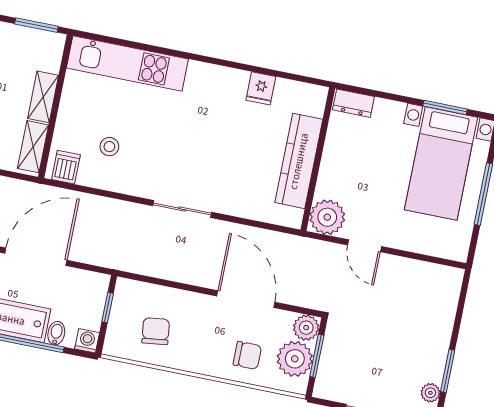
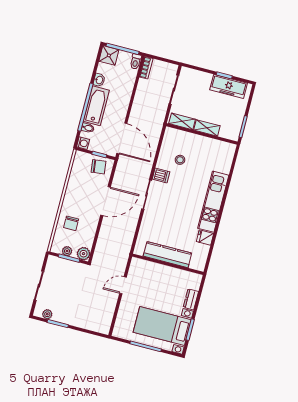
kitchen unit: (127, 64) -> (213, 202), moved
dresser: (353, 103) -> (191, 299), moved
dishwasher: (66, 167) -> (161, 175), moved
plant: (327, 217) -> (138, 267), removed
door: (36, 257) -> (122, 138), moved
door: (246, 299) -> (105, 201), moved
chair: (156, 331) -> (98, 167), moved
plant: (295, 359) -> (67, 251), width x0.53, depth x0.53

